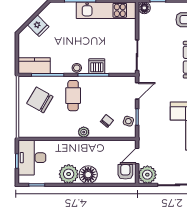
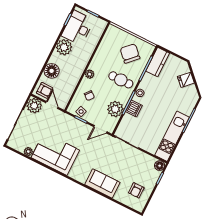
plant: (107, 86) -> (115, 109), added
door: (137, 91) -> (100, 129), hinge flipped
chair: (40, 100) -> (130, 53), turned -75
desk: (32, 158) -> (78, 28), moved, turned -90
floor lamp: (88, 175) -> (52, 71), moved

